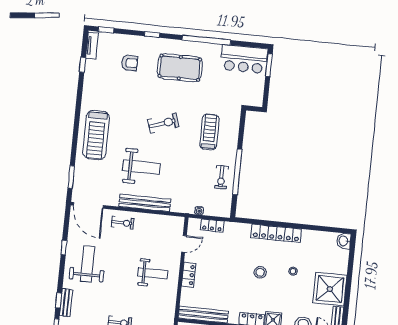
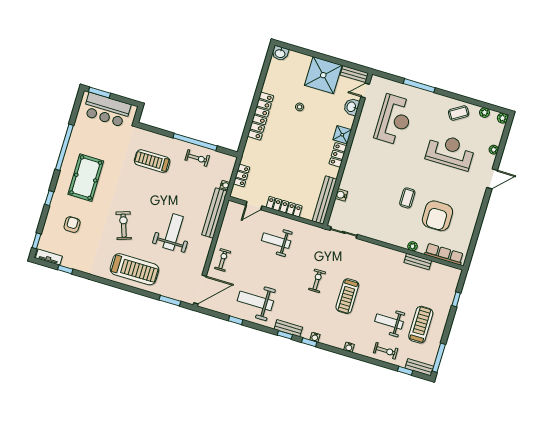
bar counter: (244, 59) -> (107, 110), moved, turned 90
exercise bike: (163, 123) -> (124, 226), moved
bench: (145, 203) -> (215, 213), moved
door: (184, 244) -> (254, 206), swing flipped
stool: (260, 272) -> (295, 138), removed
weight bench: (153, 273) -> (276, 241), turned -90
locker: (189, 275) -> (284, 207), width x1.53

